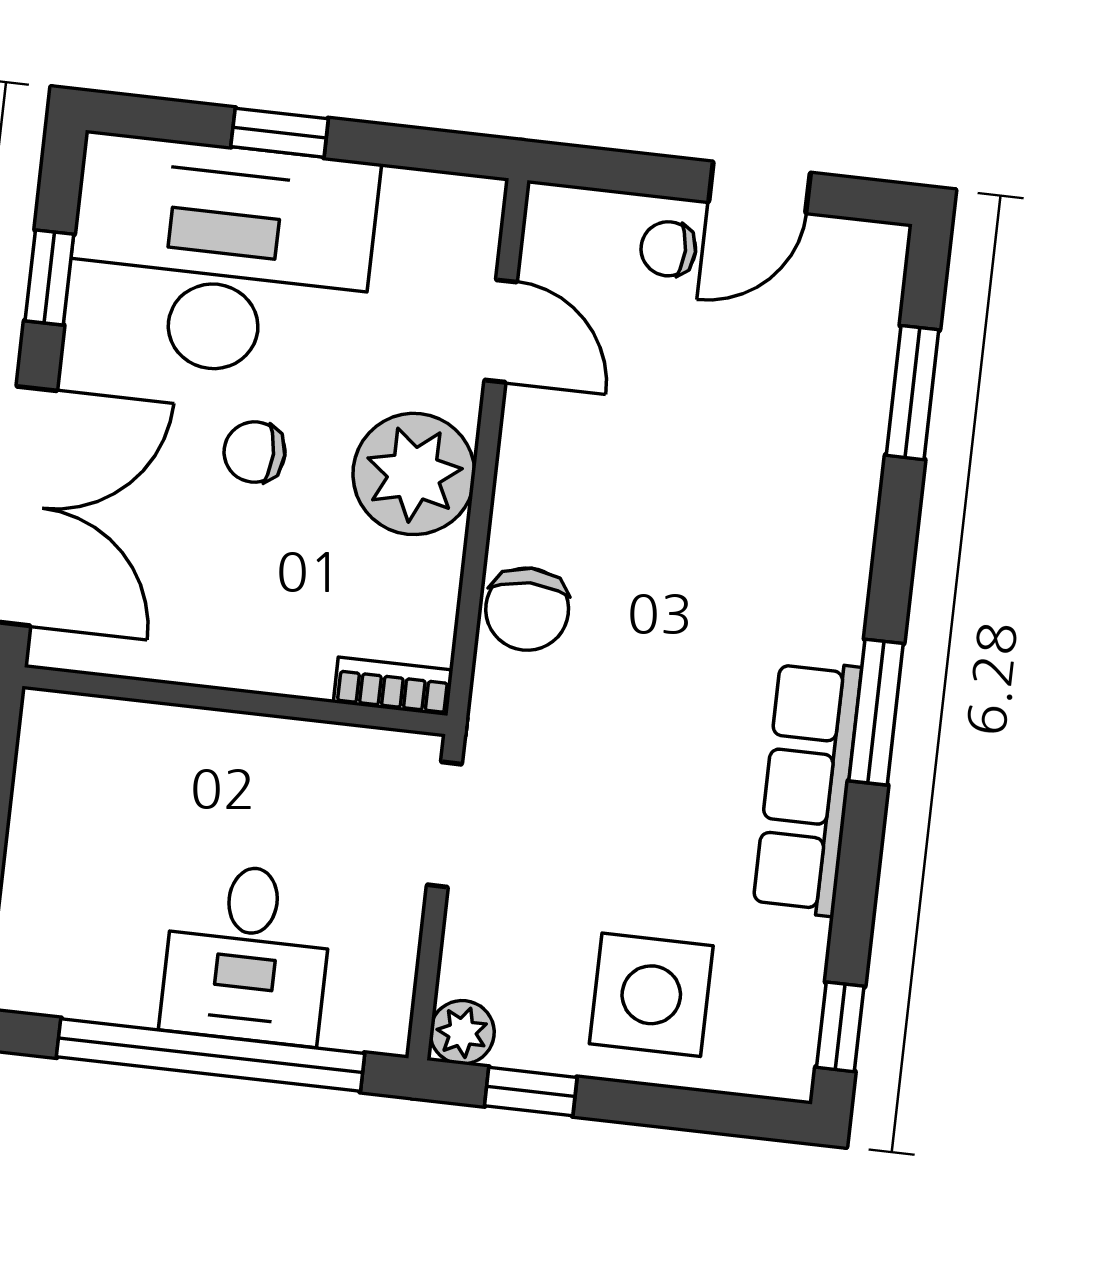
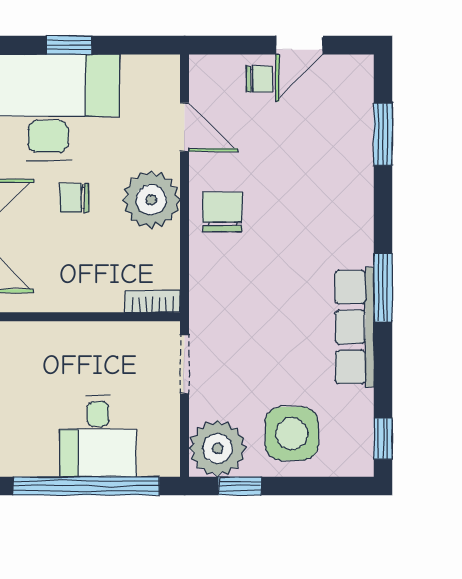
chair: (668, 249) -> (260, 79), turned 180
chair: (527, 609) -> (222, 212), moved, turned 180
plant: (462, 1032) -> (218, 448), width x1.88, depth x1.88

